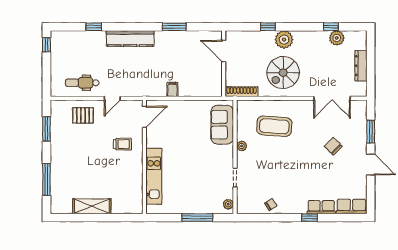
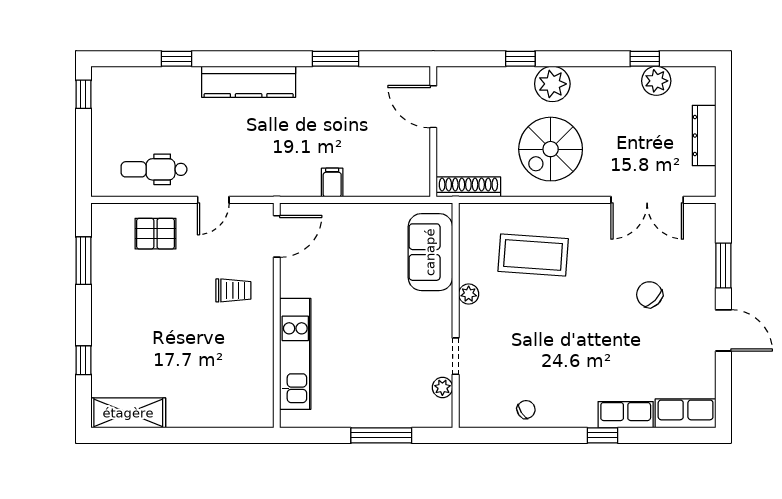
window: (46, 179) -> (83, 360), width x0.46
plant: (228, 204) -> (442, 387), moved
shelving: (92, 206) -> (128, 413), moved

